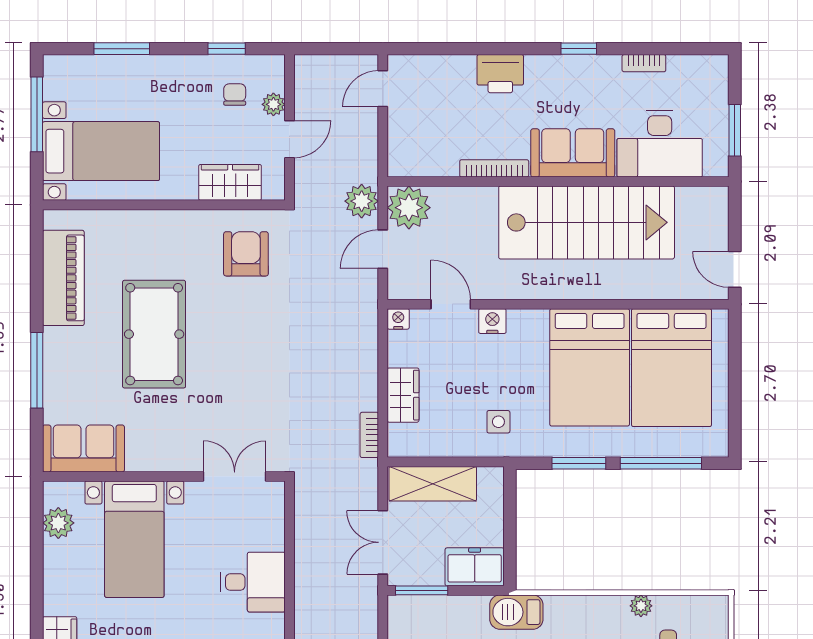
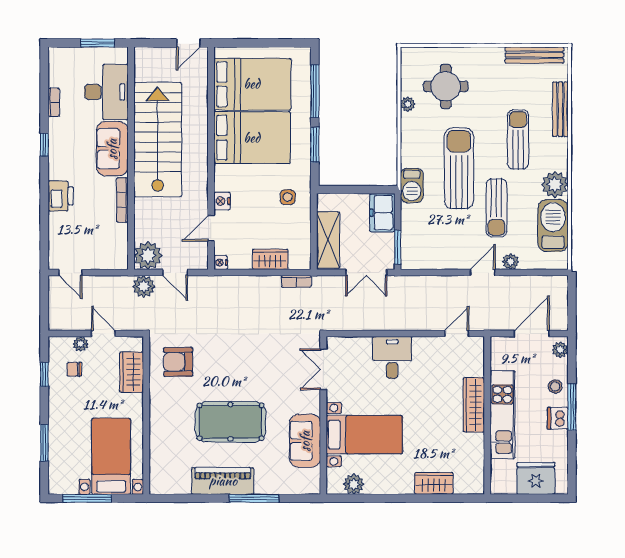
piano: (63, 278) -> (223, 481), moved
sofa: (83, 448) -> (305, 441), moved

